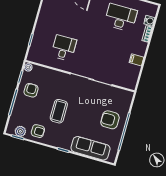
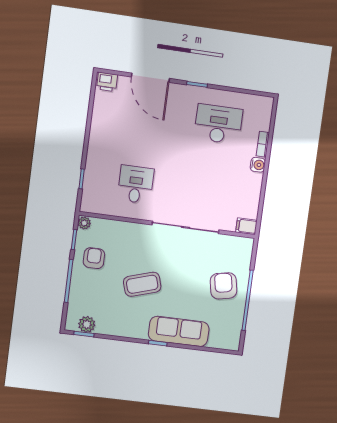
water cooler: (149, 21) -> (258, 165), moved
filing cabinet: (136, 60) -> (246, 226), moved
coffee table: (59, 111) -> (142, 284), turned 73
armchair: (110, 120) -> (224, 286), turned 79
armchair: (38, 131) -> (114, 320), removed
sofa: (90, 148) -> (179, 331), moved

